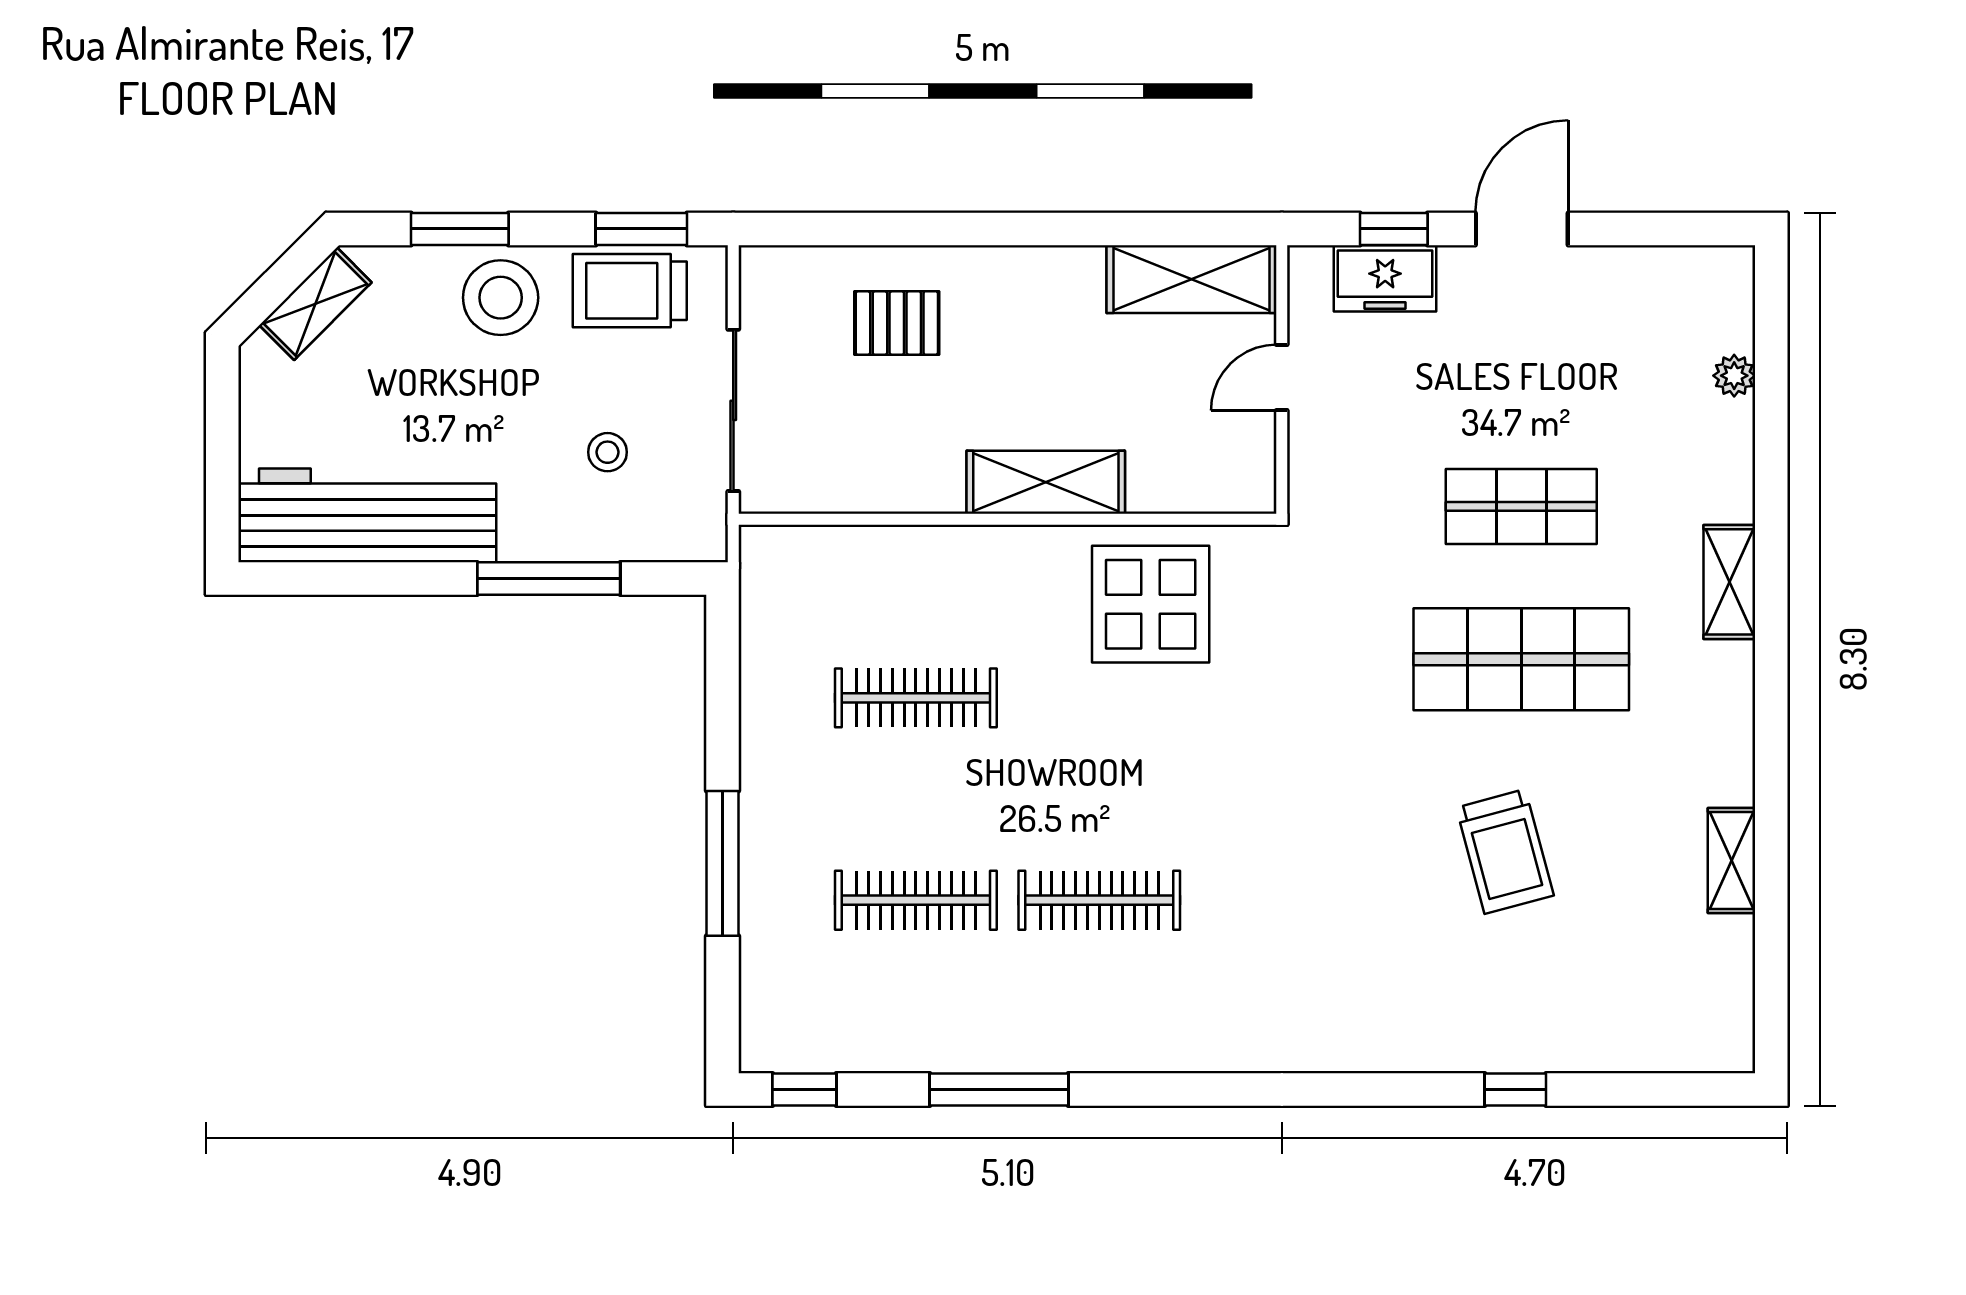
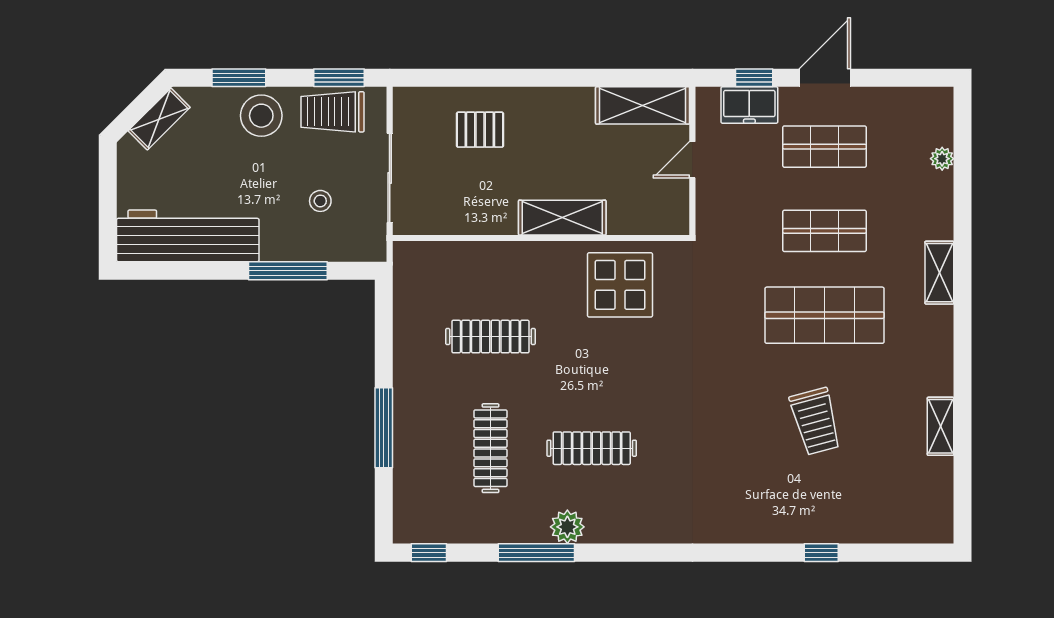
shop shelf: (1521, 354) -> (825, 147), added
clothes rail: (916, 900) -> (490, 448), turned 90
plant: (1055, 1043) -> (567, 527), added

